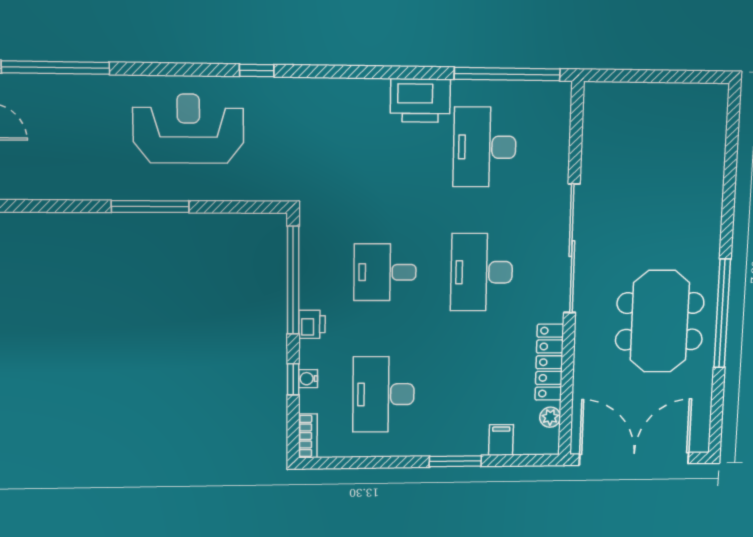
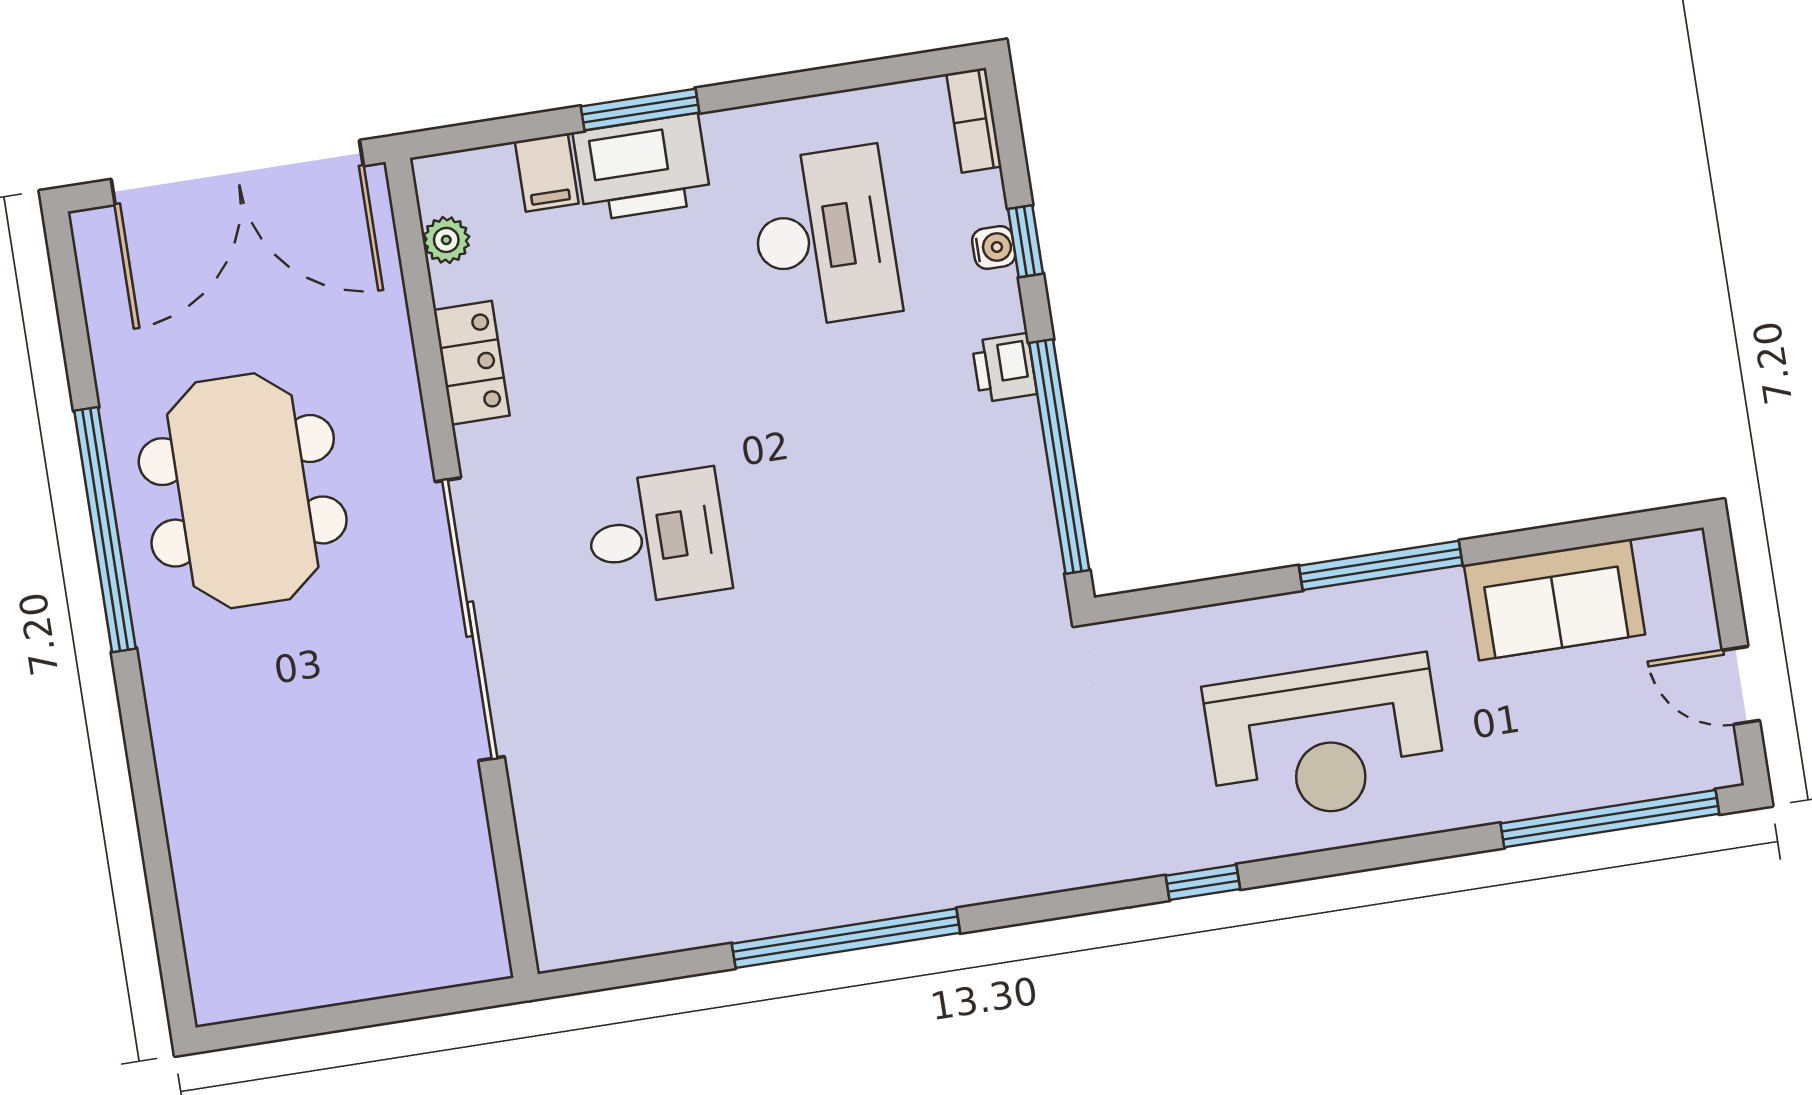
window: (507, 74) -> (846, 938), moved
printer: (420, 100) -> (642, 168), moved, turned 180
desk: (485, 147) -> (699, 805), removed
sofa: (69, 177) -> (1555, 600), added
desk: (385, 272) -> (866, 505), removed
desk: (482, 272) -> (657, 537), width x0.73
locker: (549, 362) -> (472, 363), width x0.66

